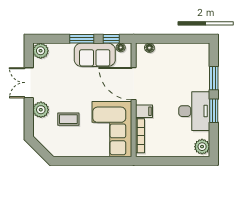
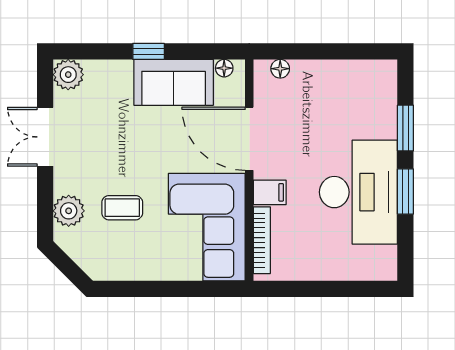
window: (82, 39) -> (149, 51), width x0.67
window: (111, 39) -> (206, 51), removed
plant: (41, 110) -> (69, 211), moved
desk: (194, 111) -> (358, 192), width x1.36, depth x1.30
plant: (202, 147) -> (383, 261), removed

